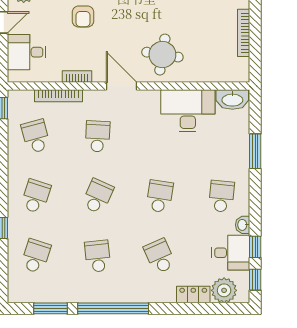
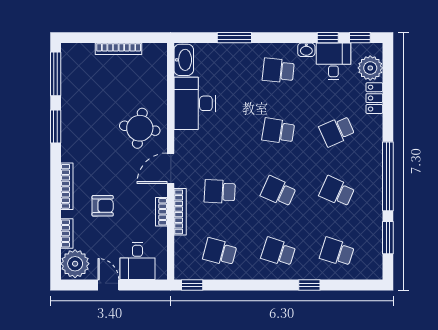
bookcase: (59, 96) -> (180, 212), moved
school desk: (36, 136) -> (220, 252), turned 30
school desk: (98, 256) -> (337, 192), turned 30

